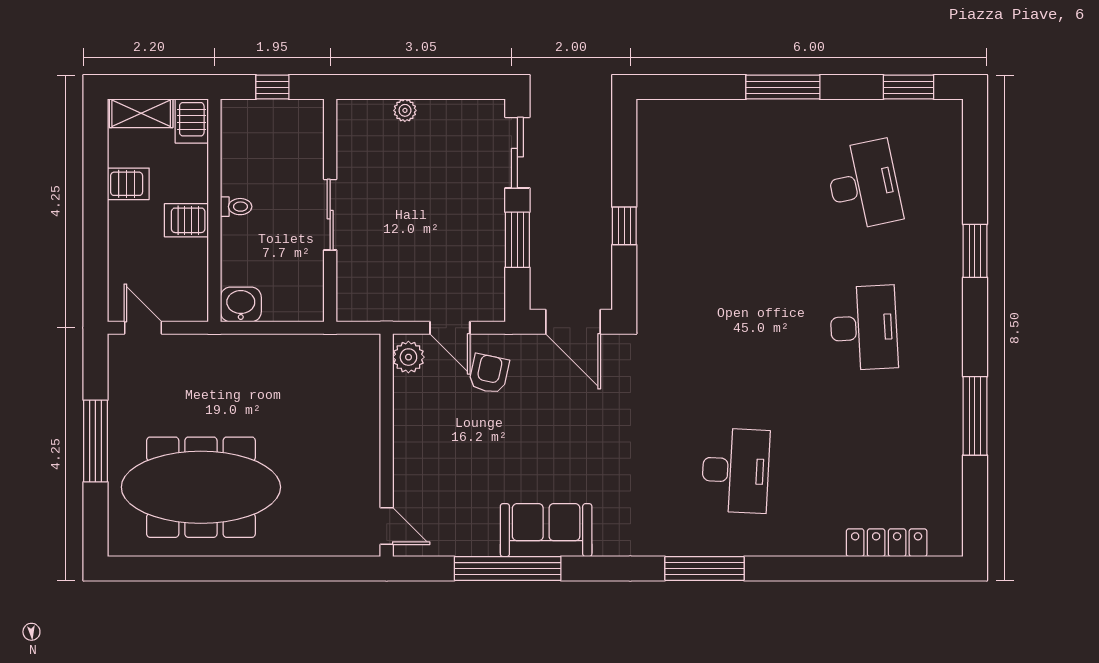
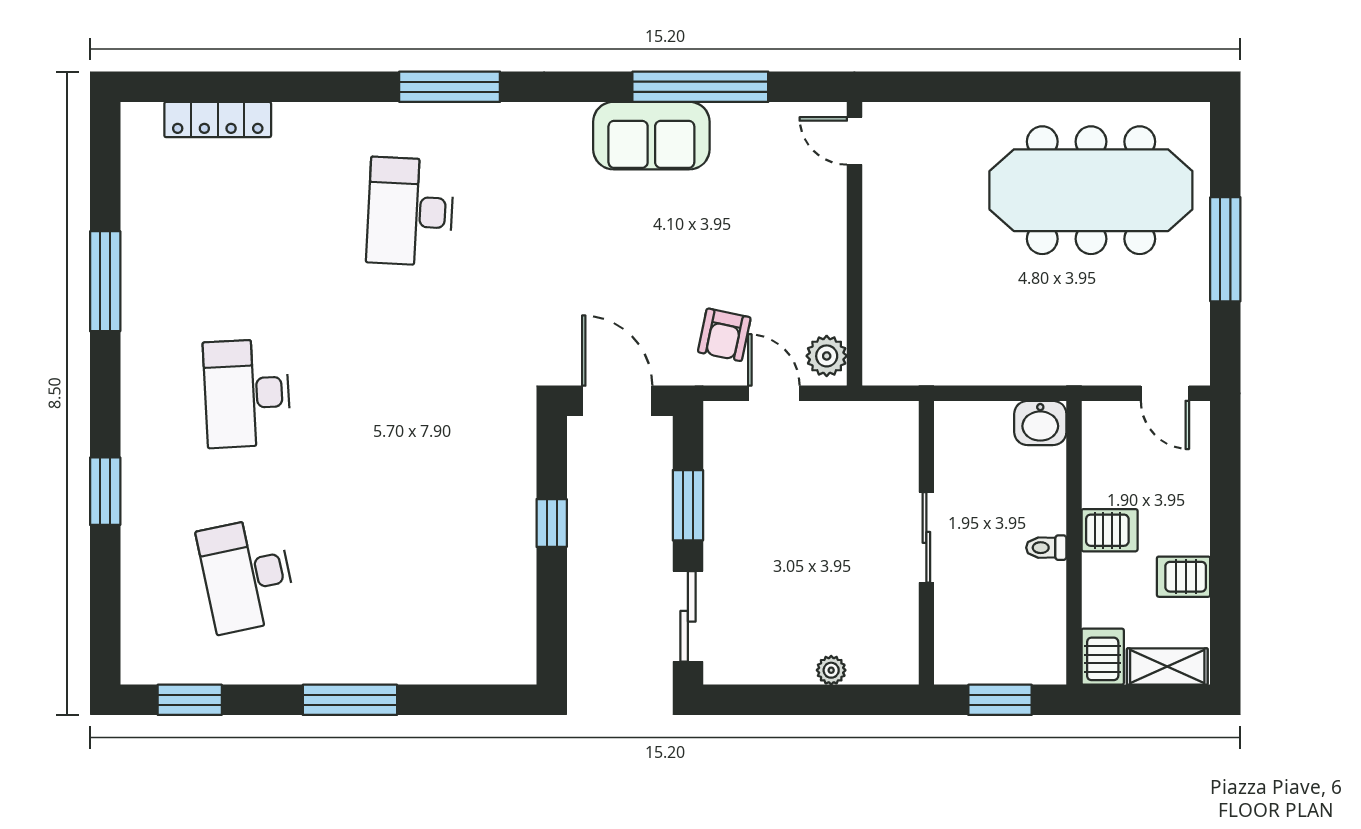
window: (272, 87) -> (1000, 700), width x1.50

